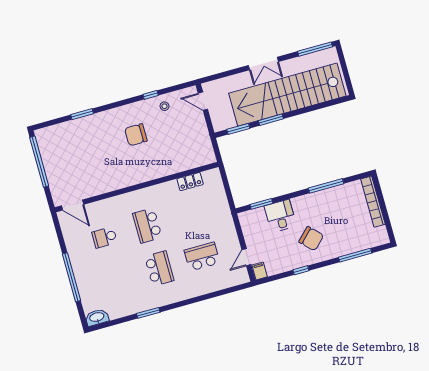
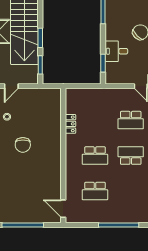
locker: (190, 182) -> (70, 124), moved
door: (73, 205) -> (63, 209), swing flipped
school desk: (105, 237) -> (95, 191), width x1.85
school desk: (202, 257) -> (131, 120), turned -90

